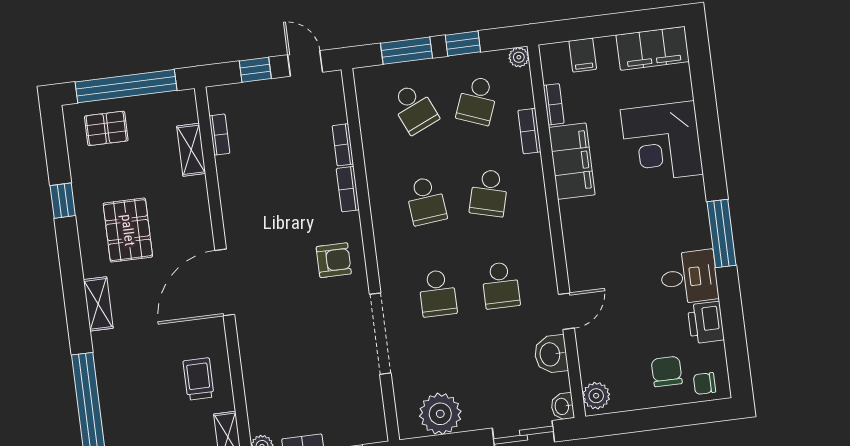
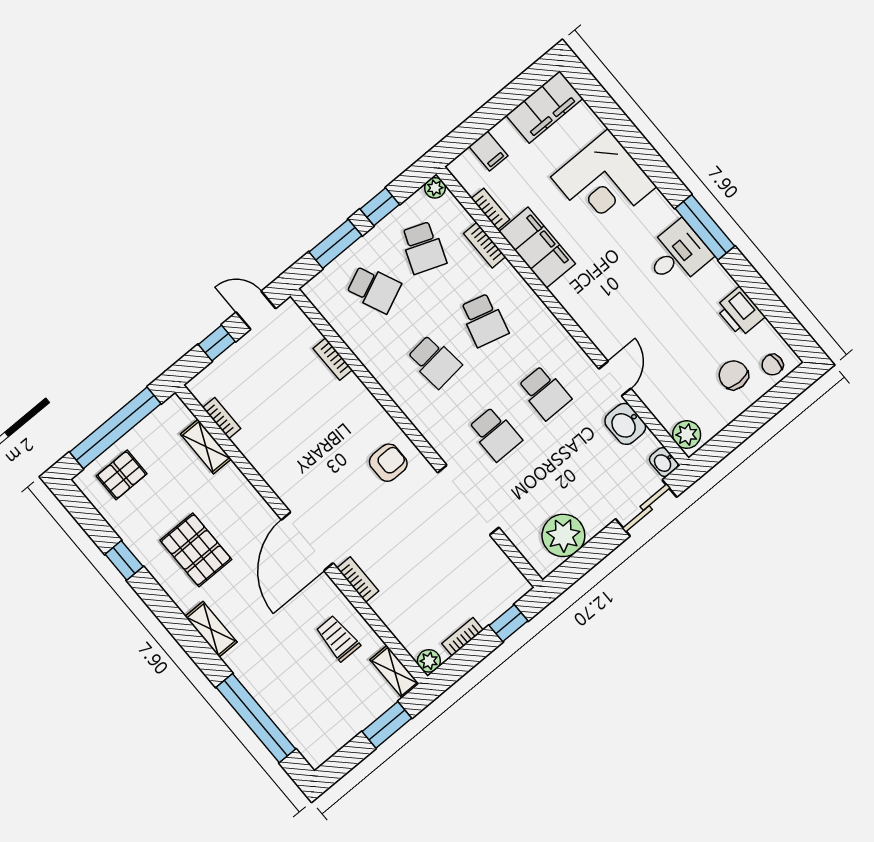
bookcase: (348, 189) -> (358, 580), moved, turned 180
desk: (689, 277) -> (677, 254), moved

